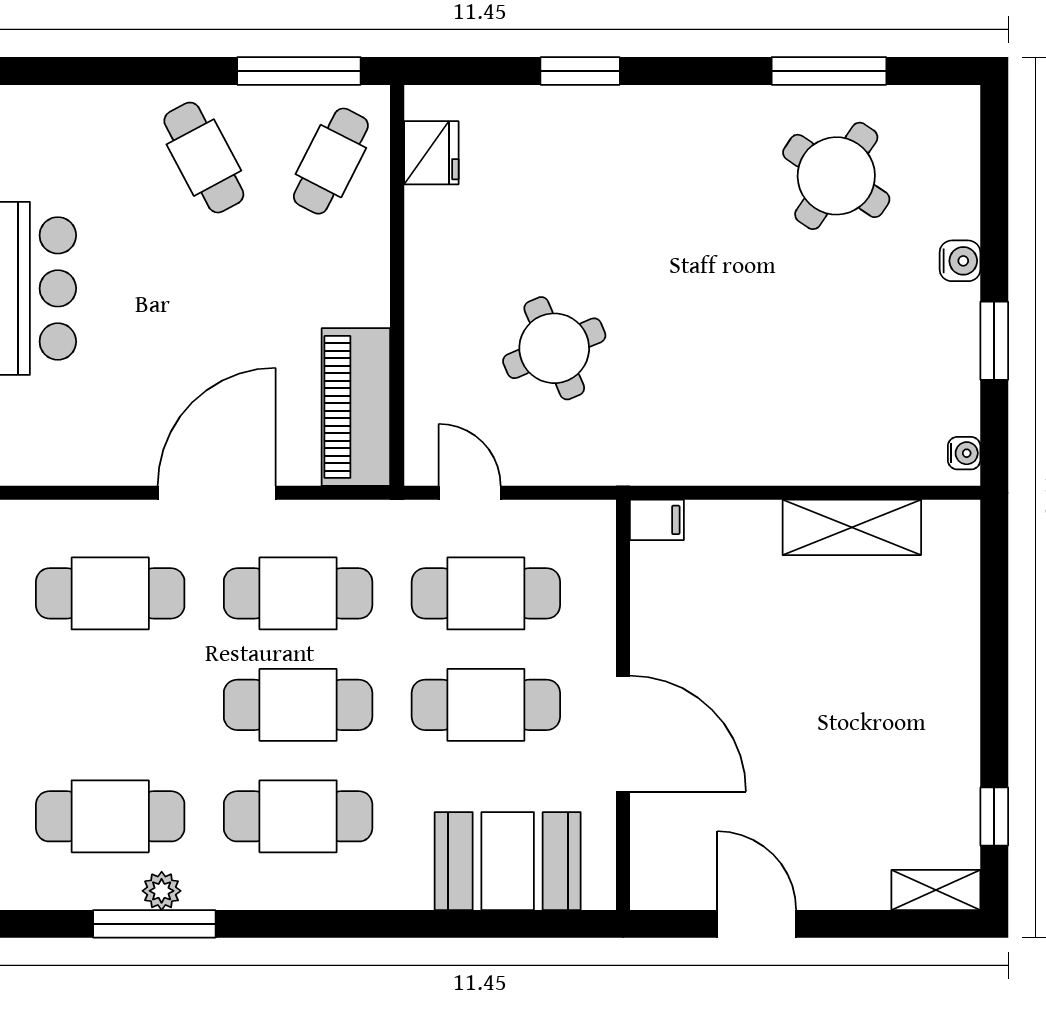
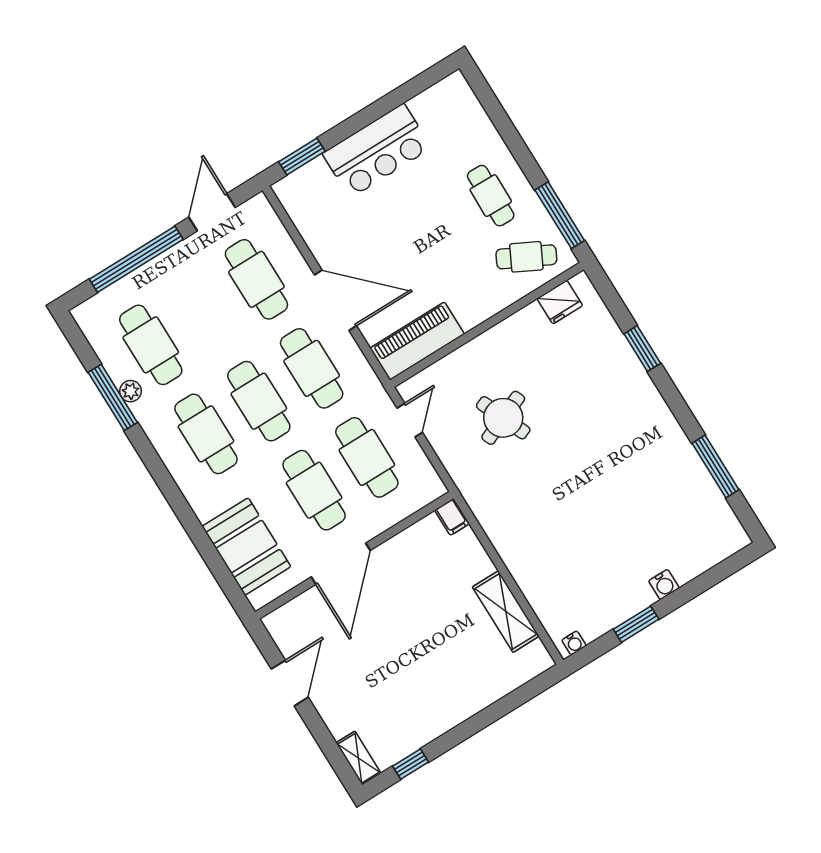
cafe table: (204, 158) -> (491, 196), turned -61
round table: (836, 176) -> (668, 501), removed

